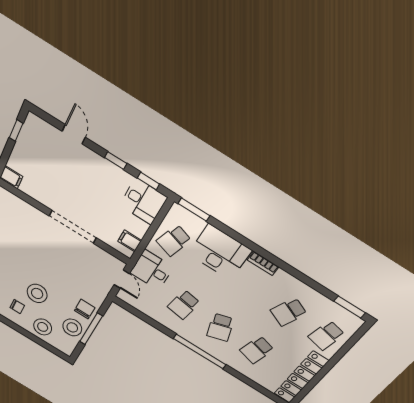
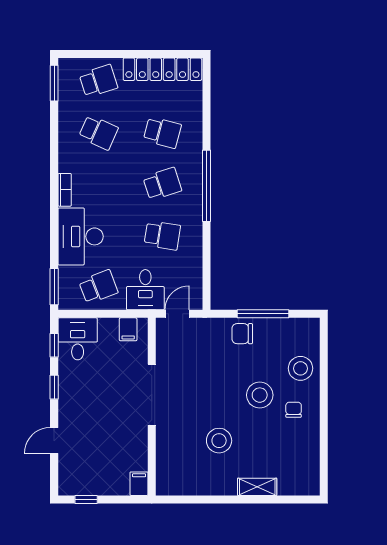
school desk: (174, 241) -> (98, 287), turned -39
stool: (72, 327) -> (219, 441), moved
school desk: (326, 336) -> (98, 81), turned -30

